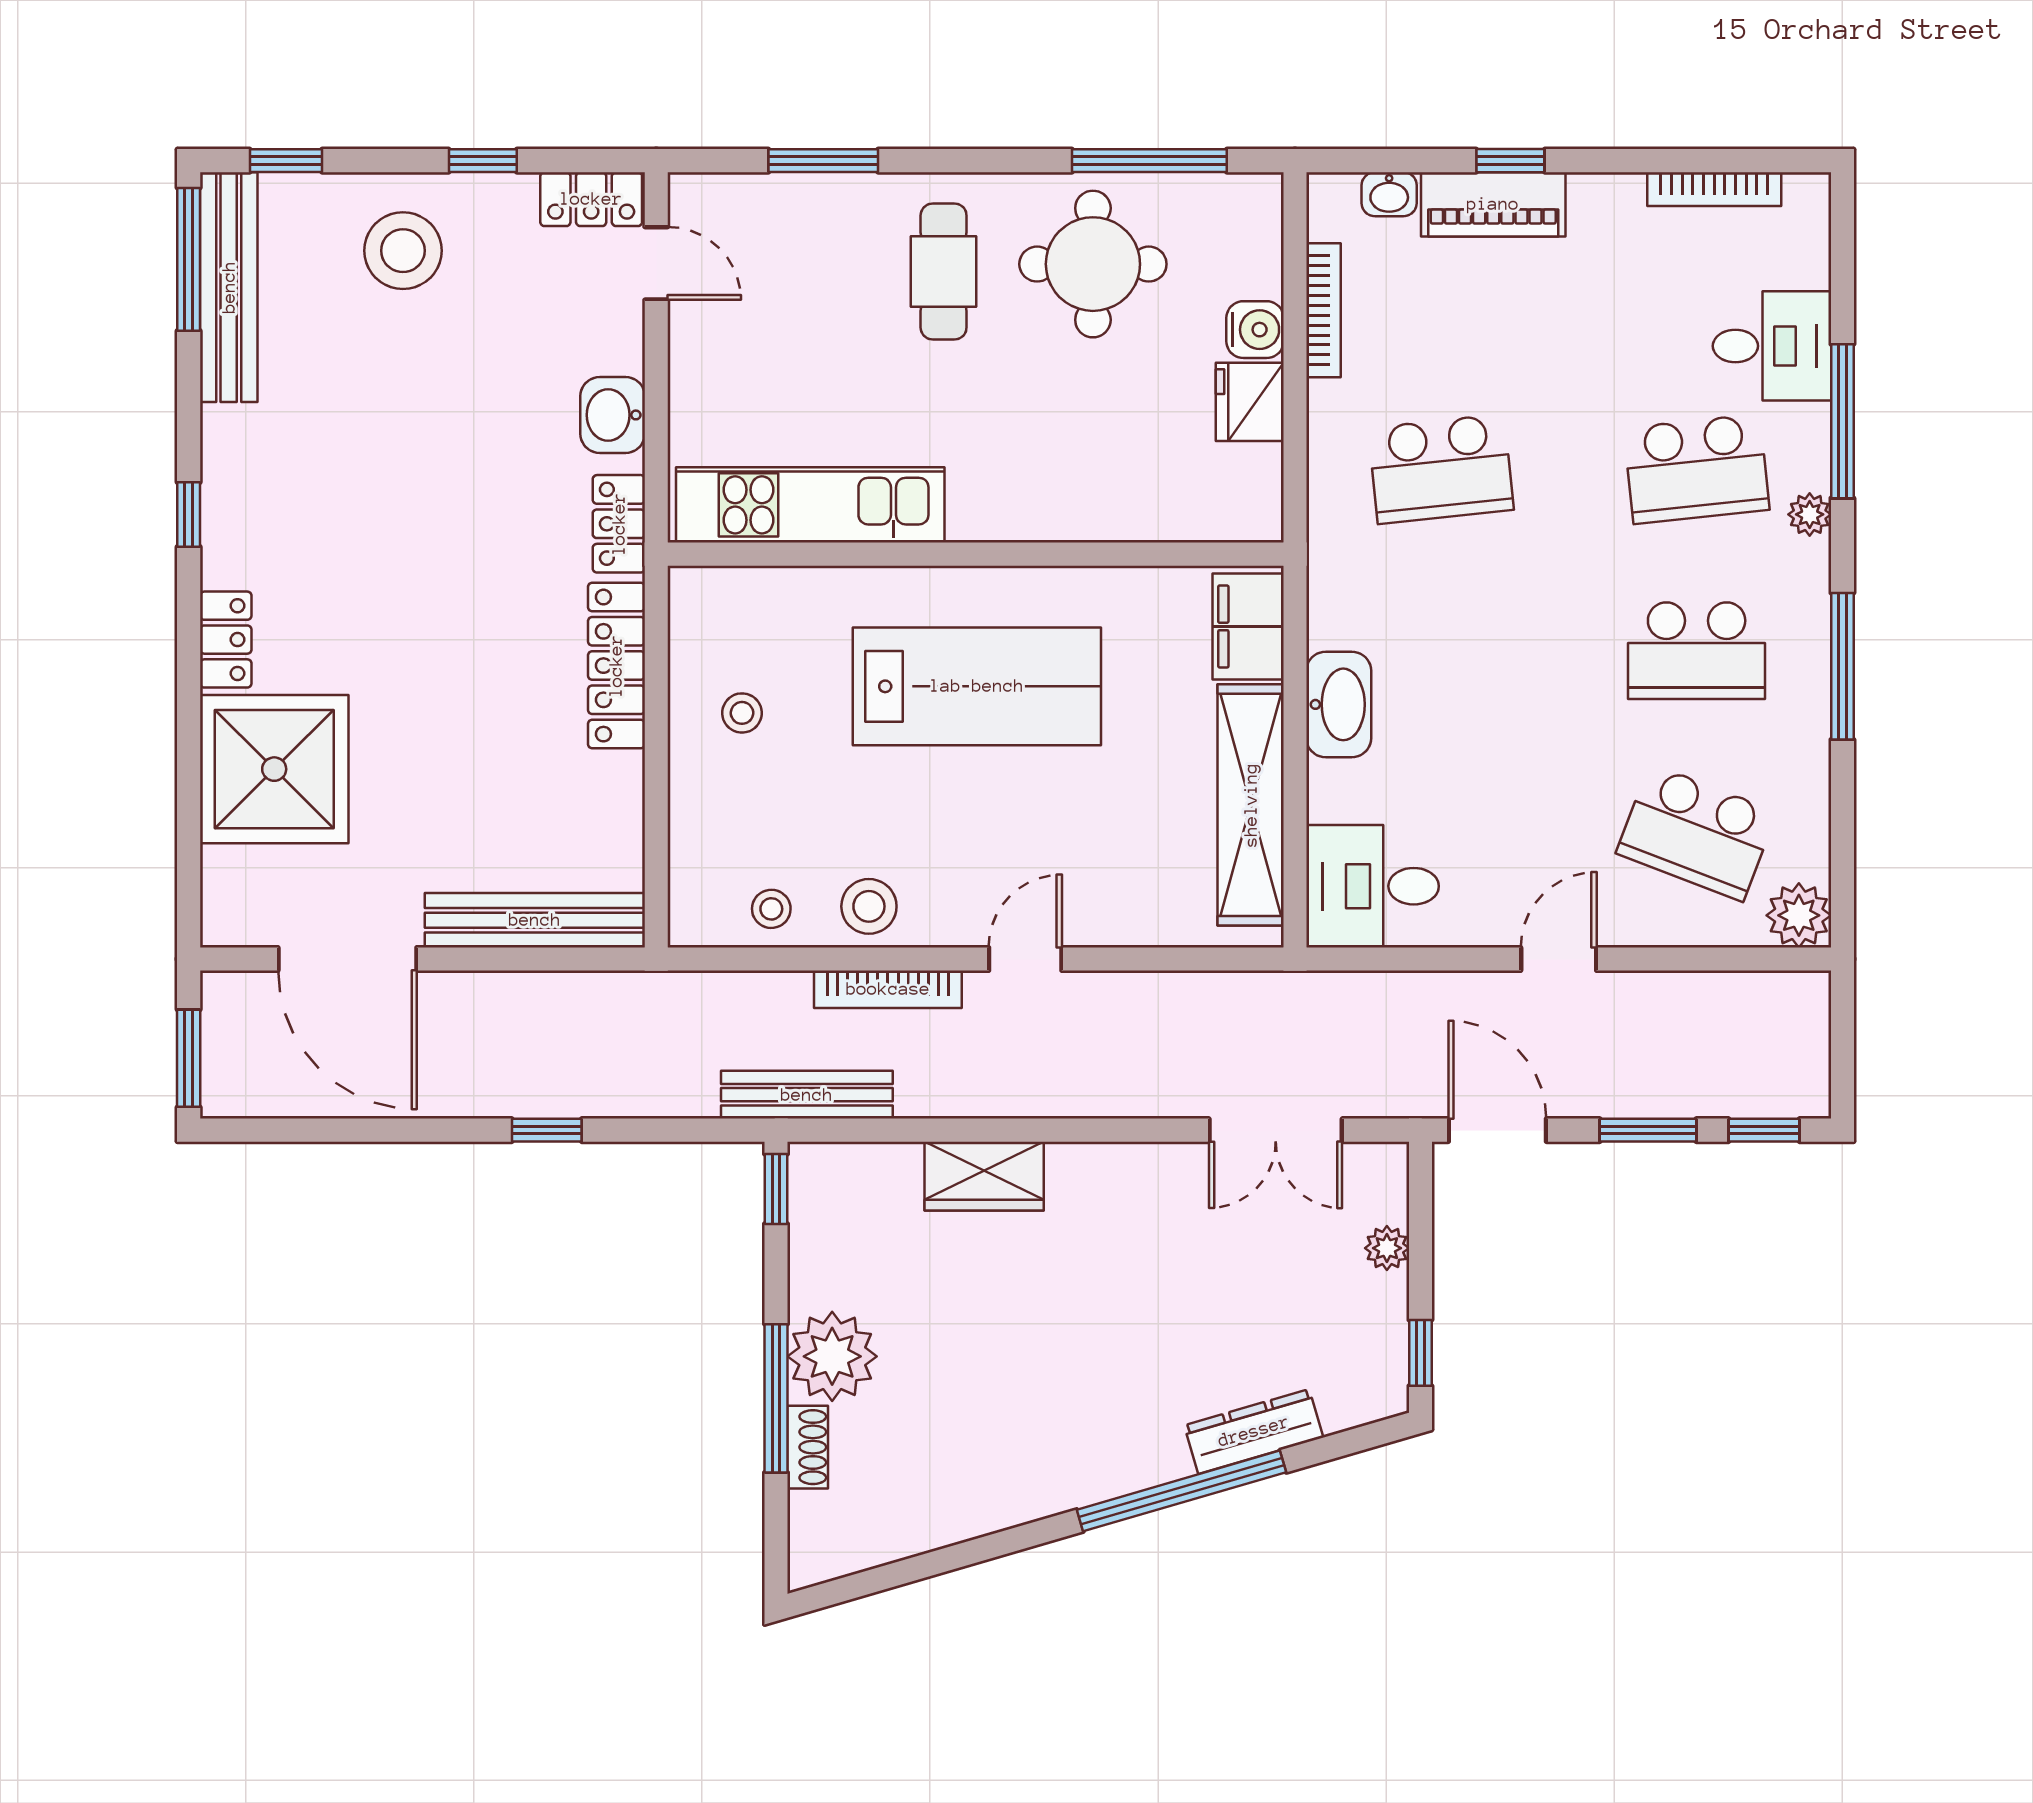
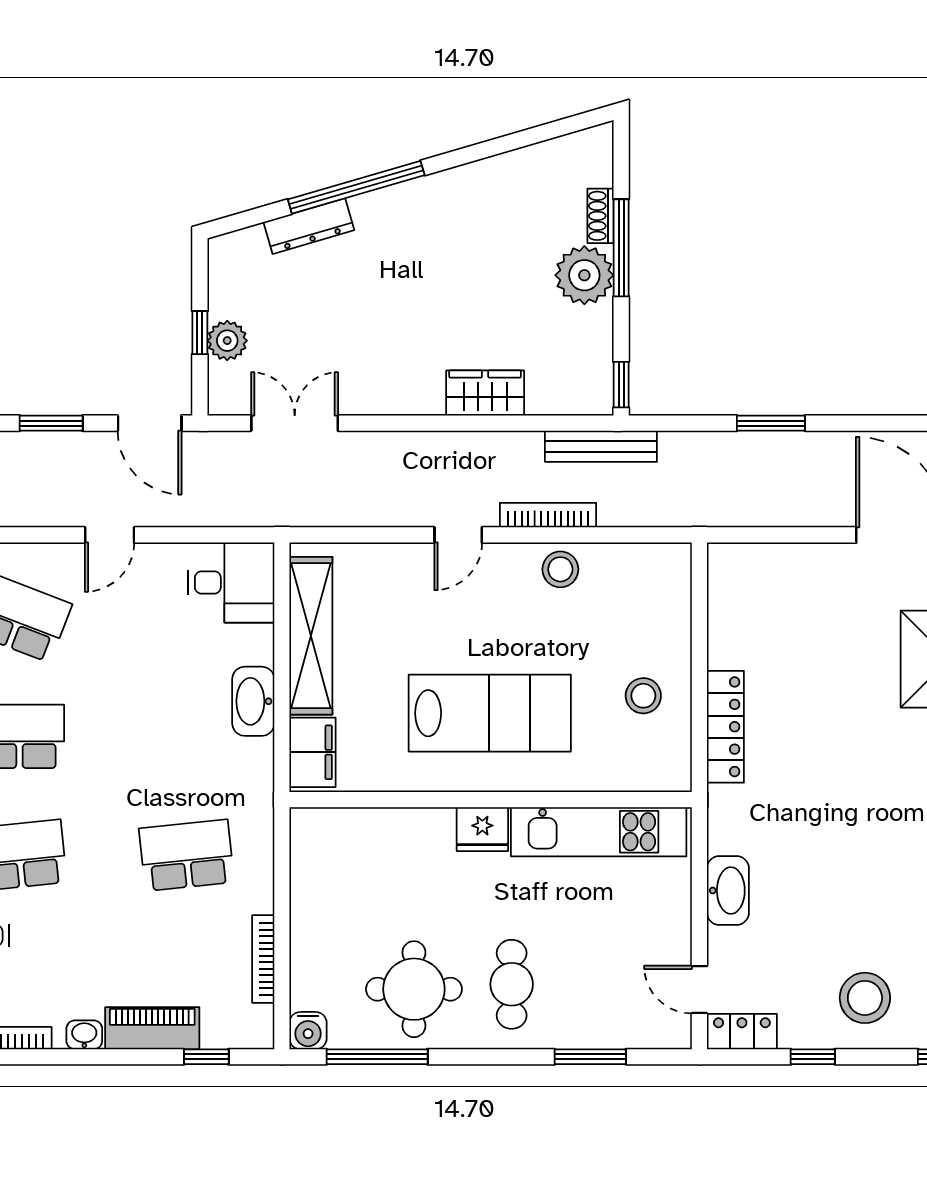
window: (1510, 161) -> (206, 1057), moved
washbasin: (1389, 194) -> (84, 1035), moved
water cooler: (1255, 330) -> (308, 1031), moved, turned -90
fridge: (1250, 402) -> (482, 829), moved, turned 90
washbasin: (613, 415) -> (728, 891), width x1.38
locker: (619, 524) -> (724, 819), removed
lab bench: (977, 686) -> (490, 713), turned 180
stool: (742, 713) -> (643, 696), width x1.37, depth x1.37
stool: (771, 909) -> (624, 568), removed
bench: (535, 920) -> (779, 560), removed
window: (547, 1130) -> (771, 423), width x1.50
plant: (1387, 1248) -> (227, 341), width x1.38, depth x1.38
window: (1420, 1353) -> (200, 333), moved

